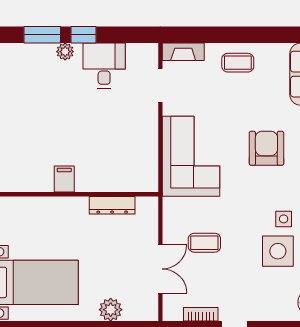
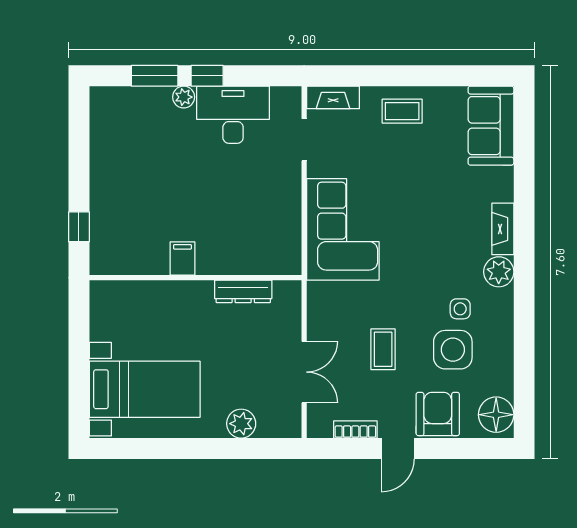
desk: (104, 65) -> (233, 115), width x1.37
armchair: (266, 148) -> (438, 414), moved
coffee table: (204, 243) -> (383, 349), moved, turned 90

